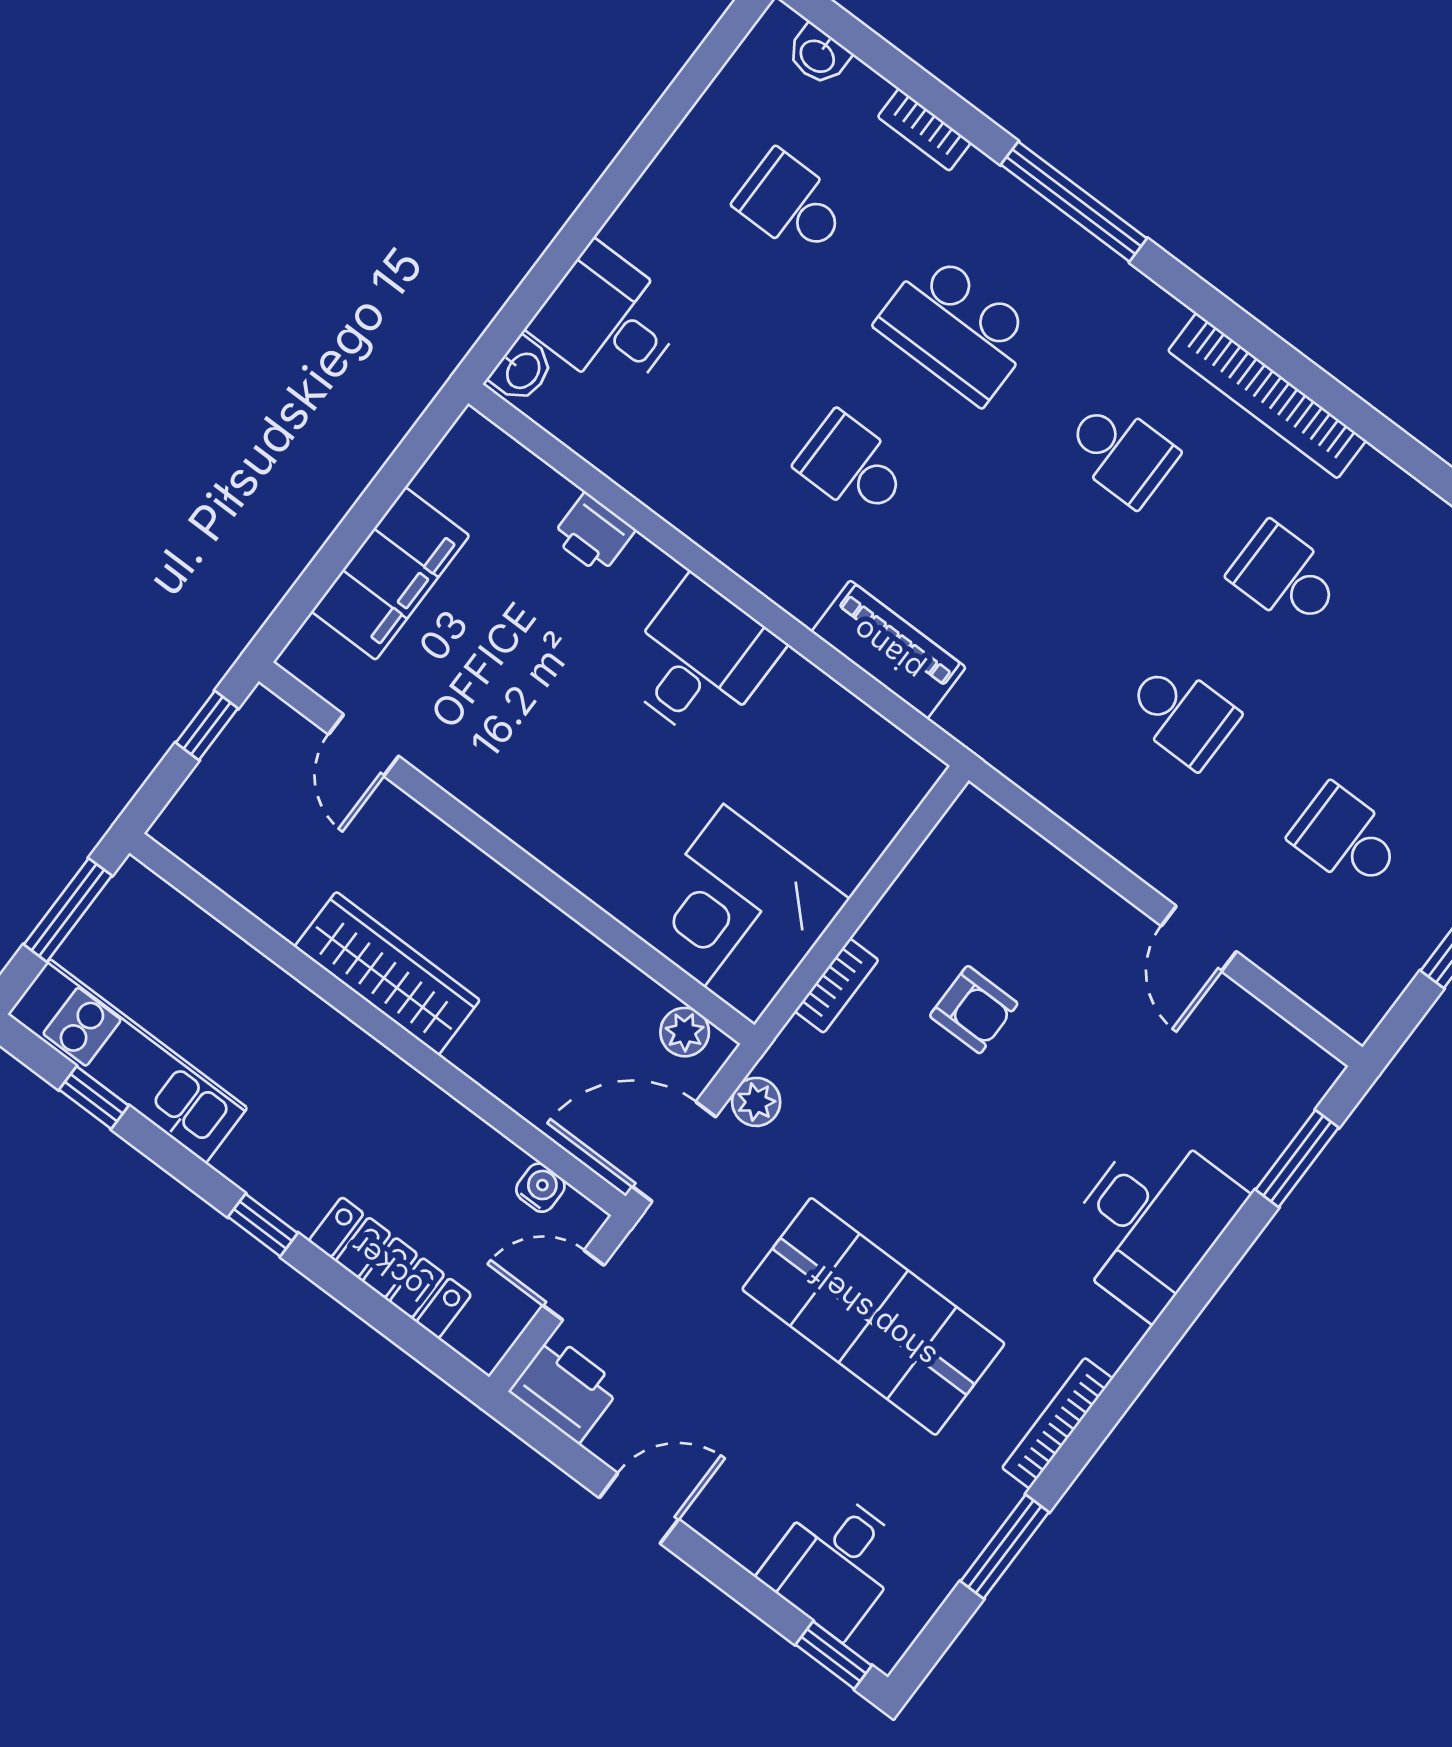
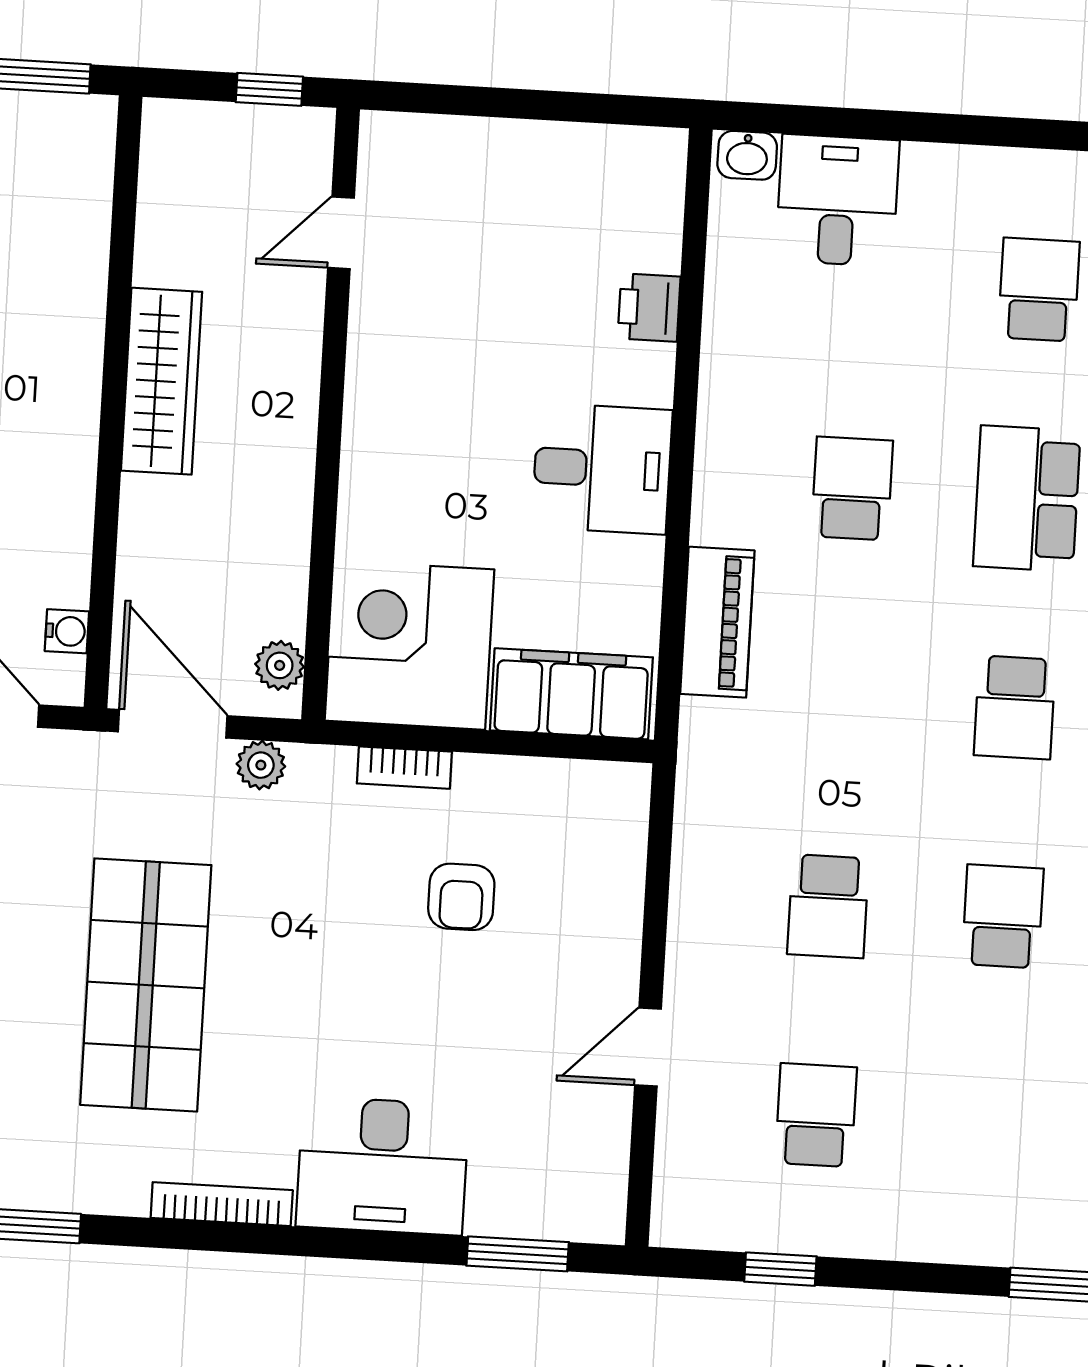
filing cabinet: (390, 574) -> (571, 694), moved, turned 180
bookcase: (1057, 1423) -> (222, 1204), moved

